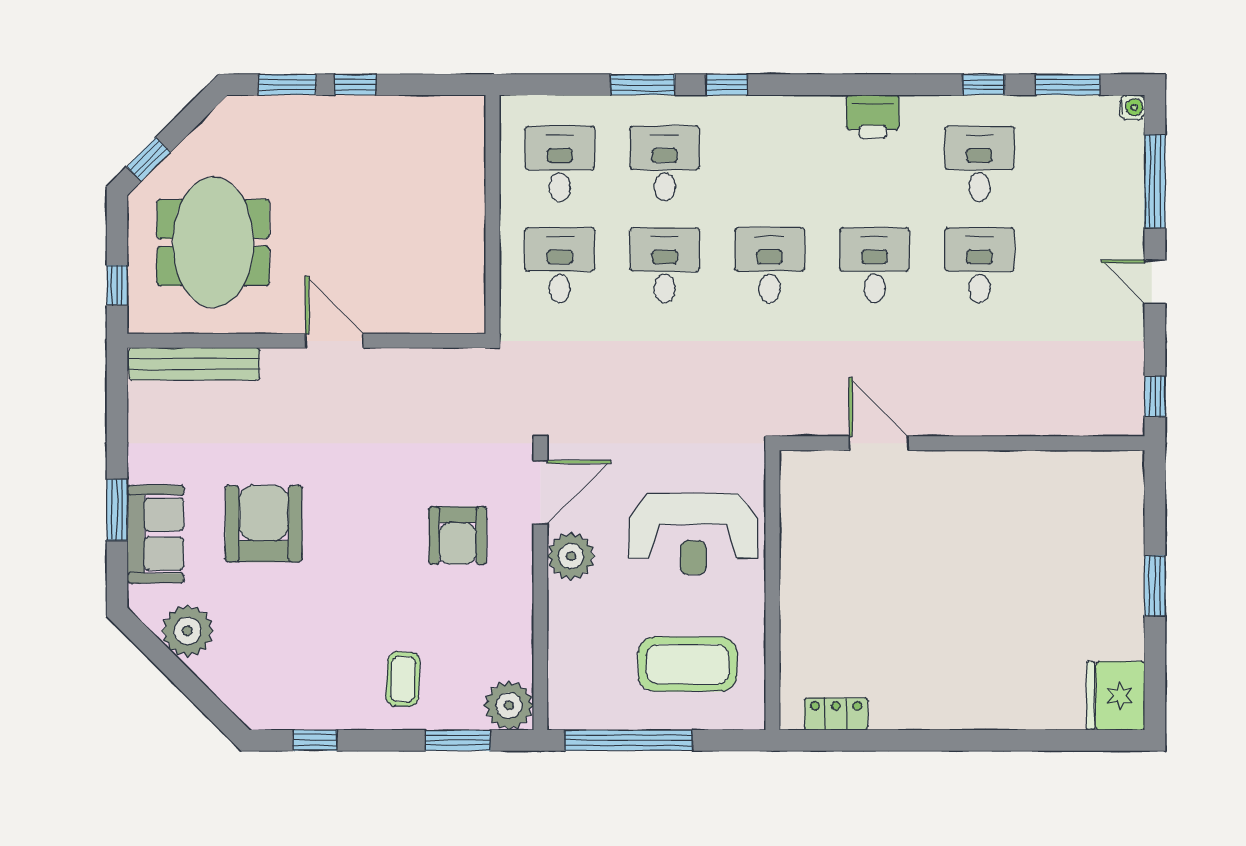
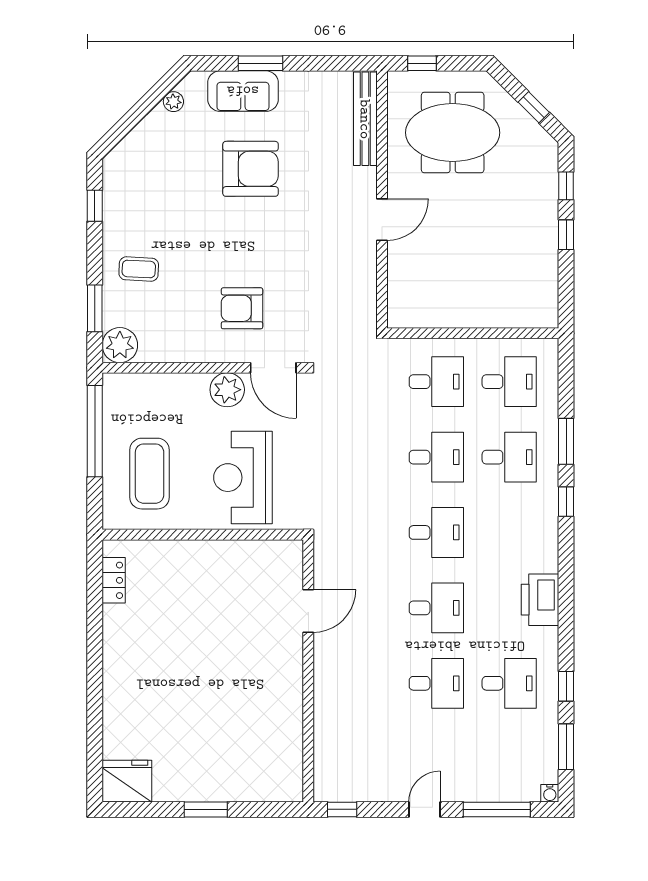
window: (287, 85) -> (566, 186), width x0.67
printer: (873, 117) -> (540, 600), width x1.37, depth x1.19
window: (148, 159) -> (534, 107), moved
plant: (188, 631) -> (173, 102), width x0.53, depth x0.53

